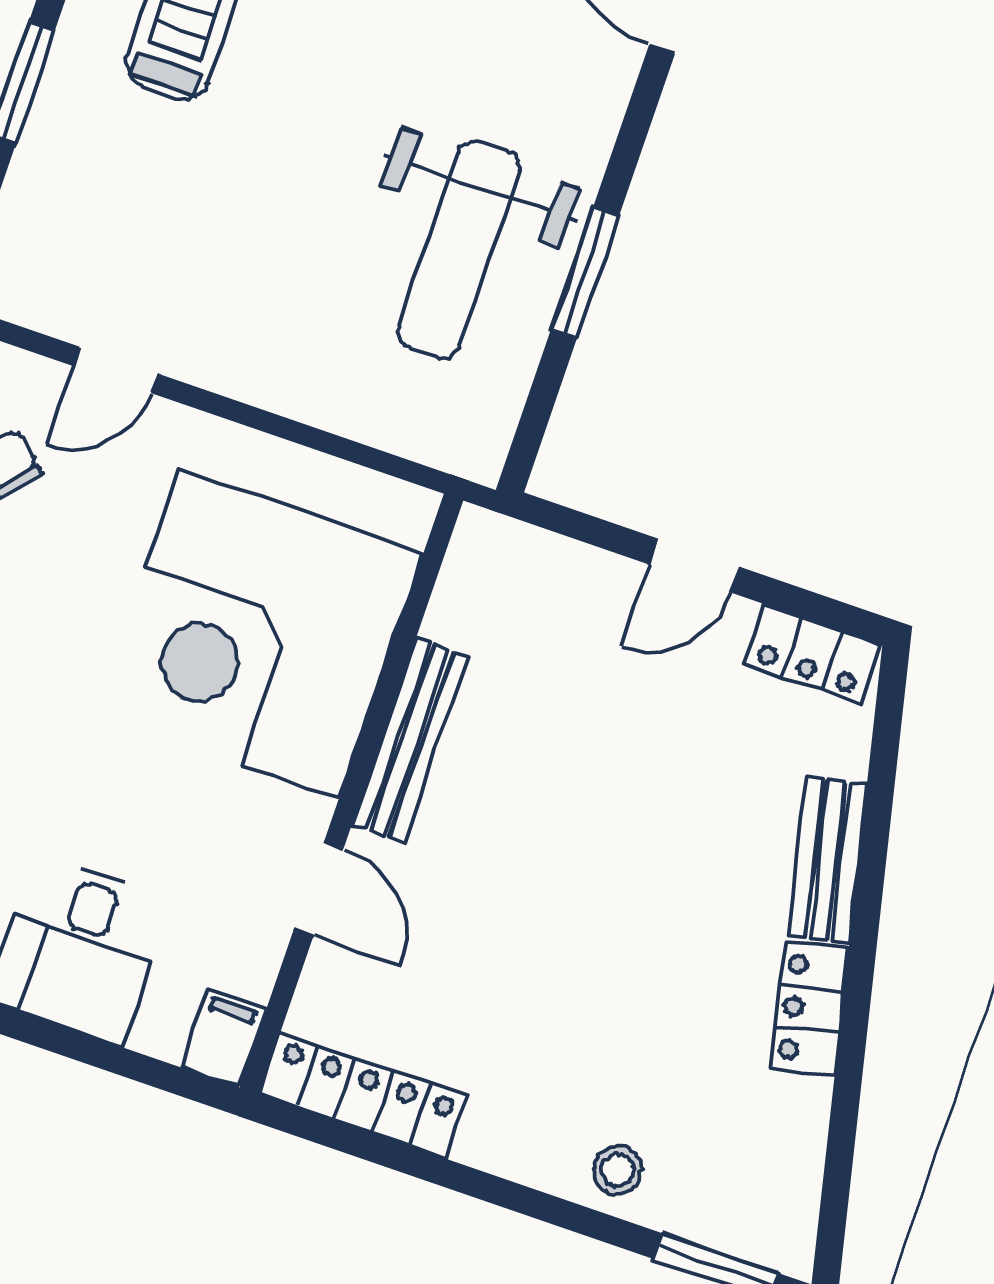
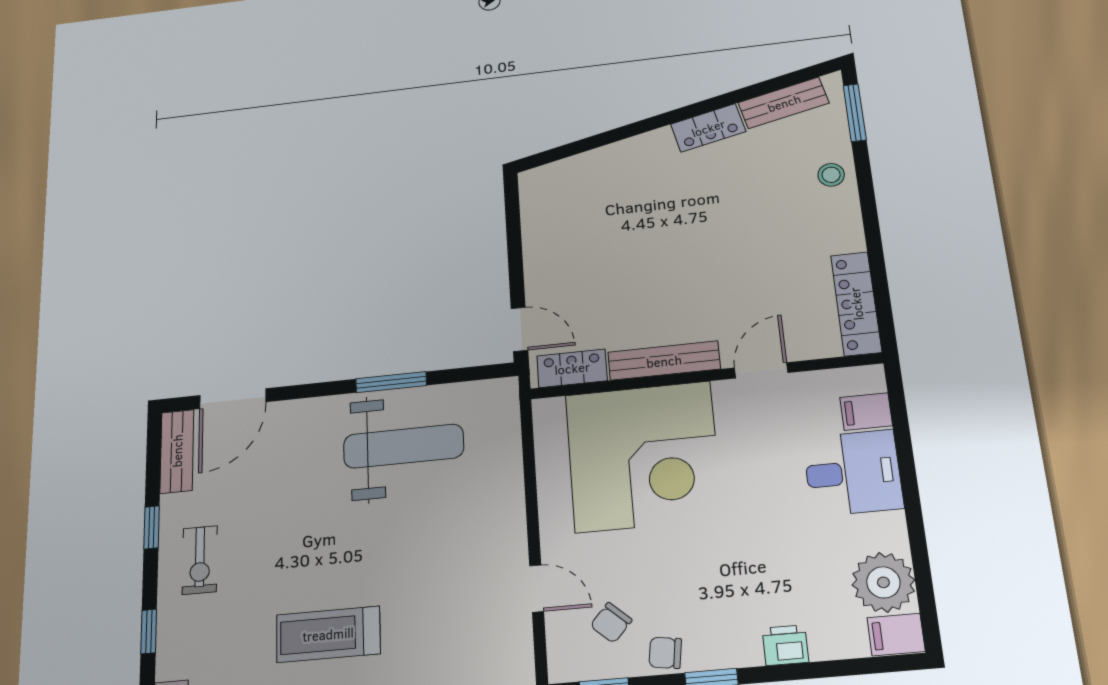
door: (695, 566) -> (519, 329), moved
locker: (812, 654) -> (572, 368), moved, turned -90
bench: (828, 860) -> (784, 103), moved
filing cabinet: (224, 1038) -> (866, 412), moved

